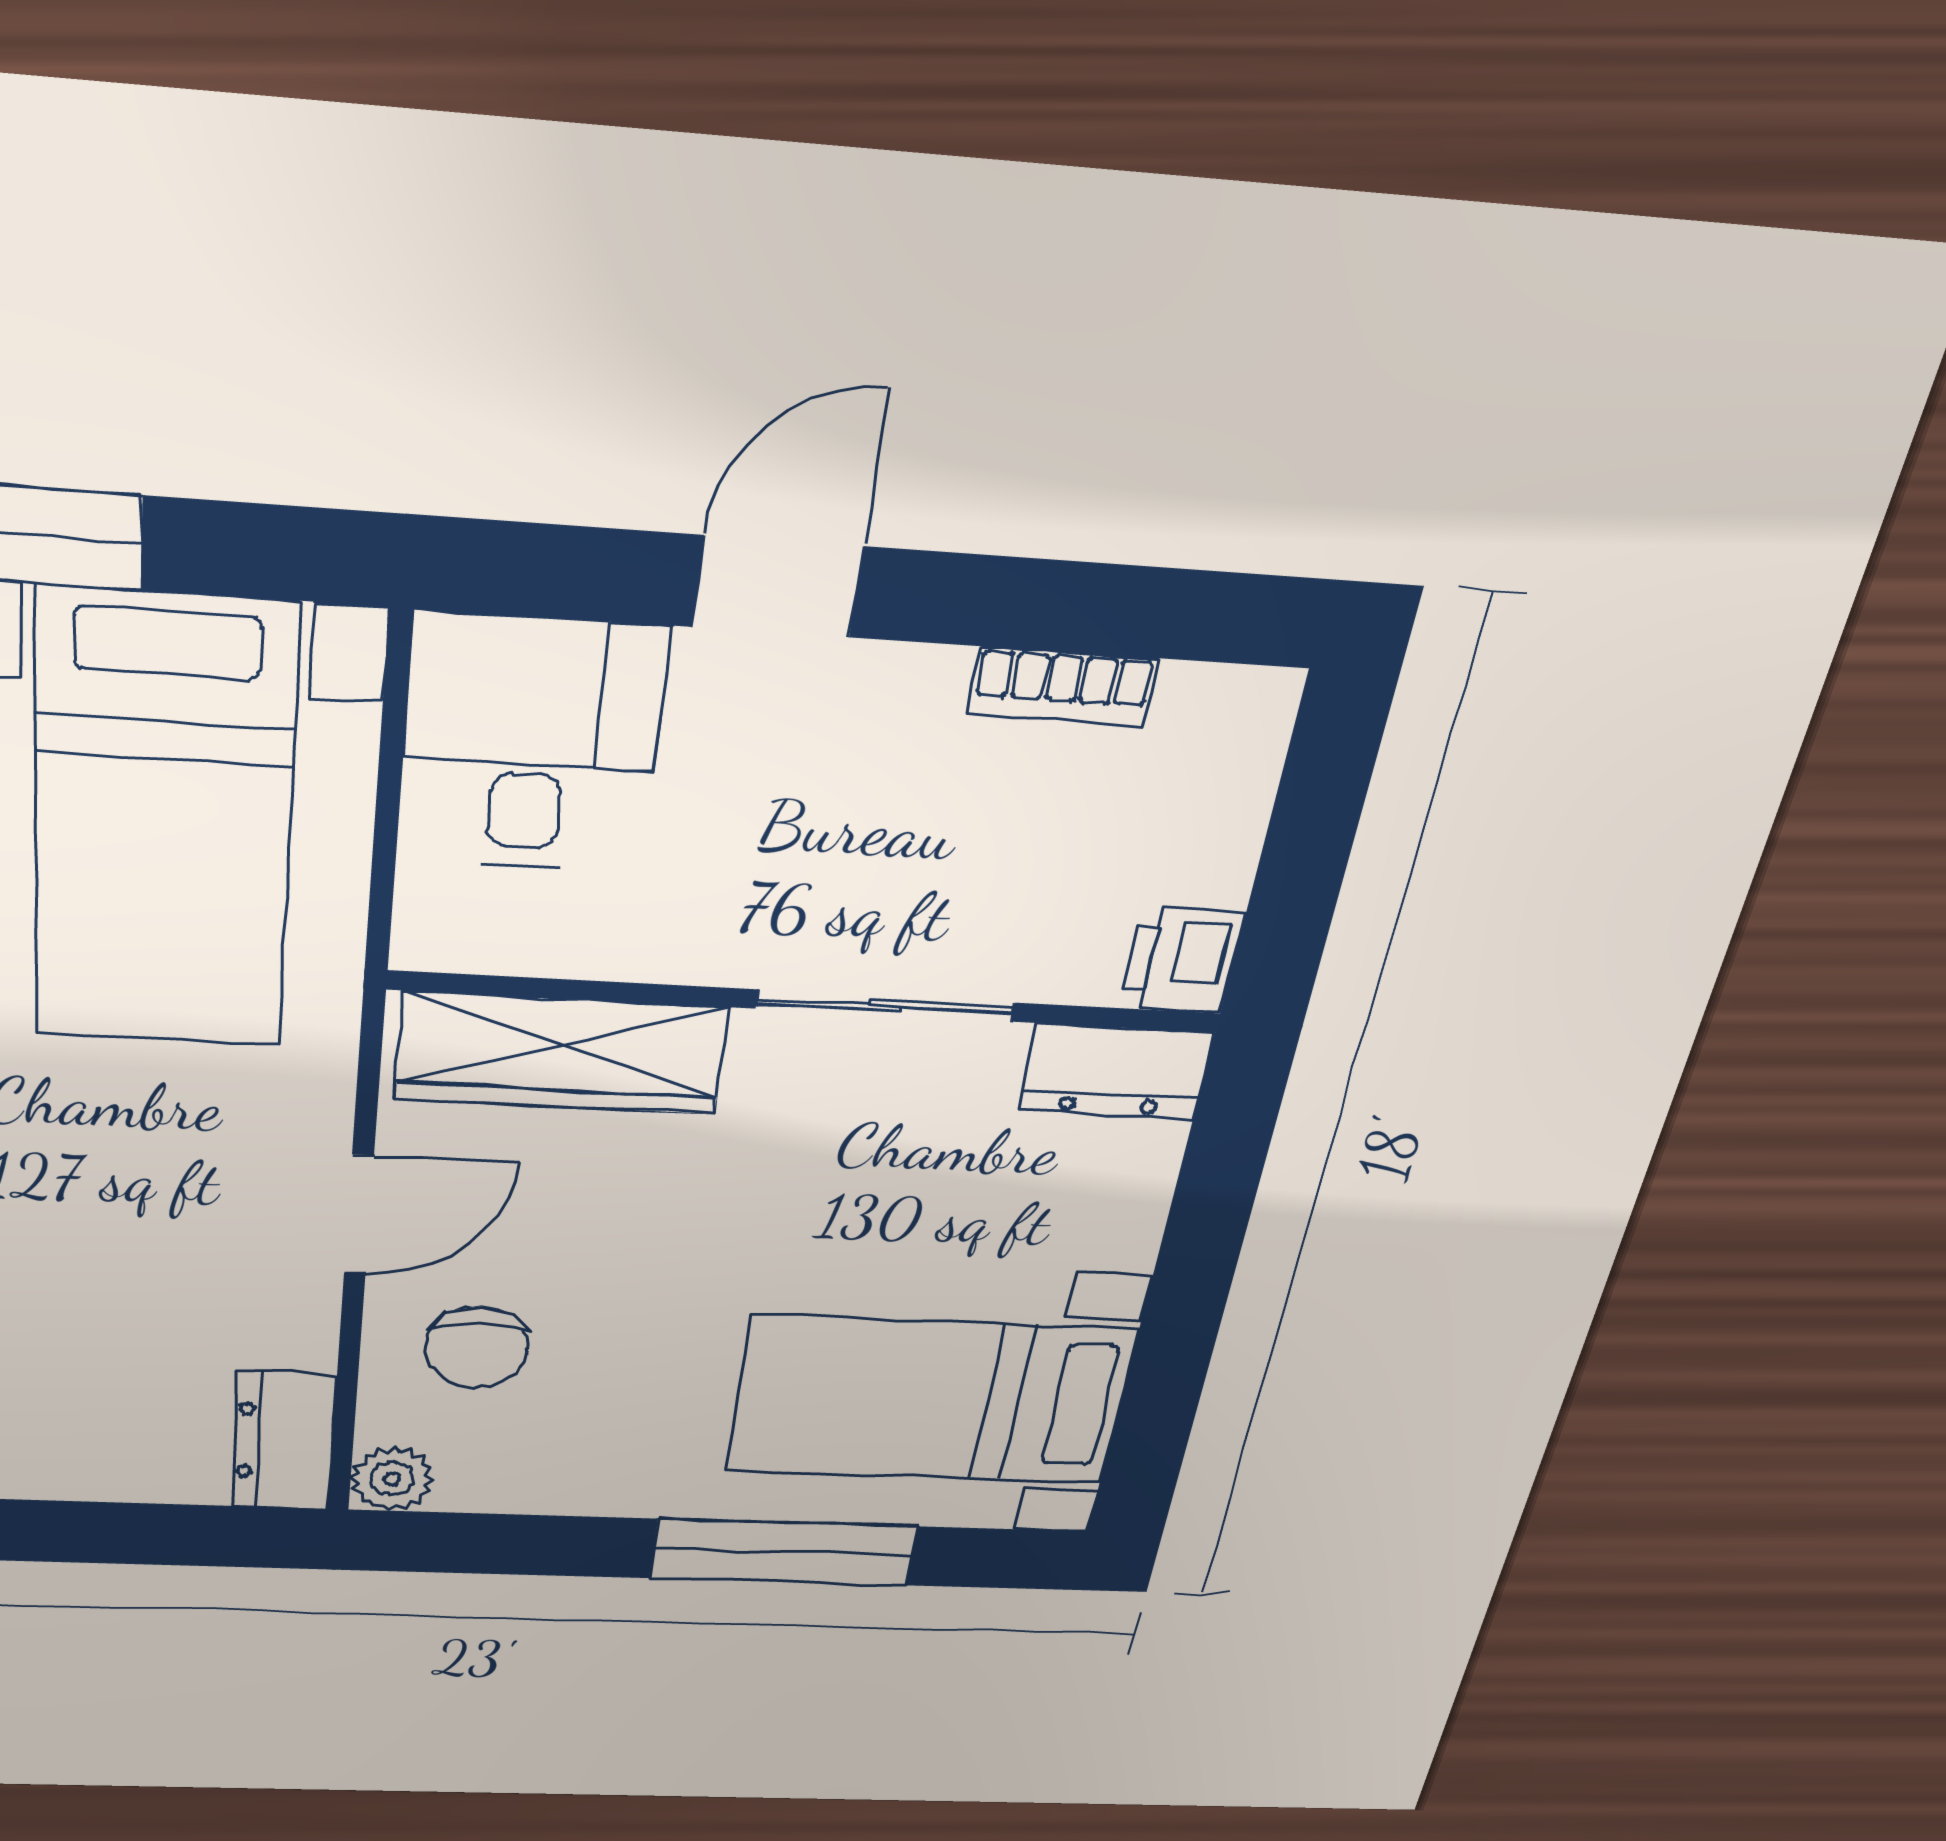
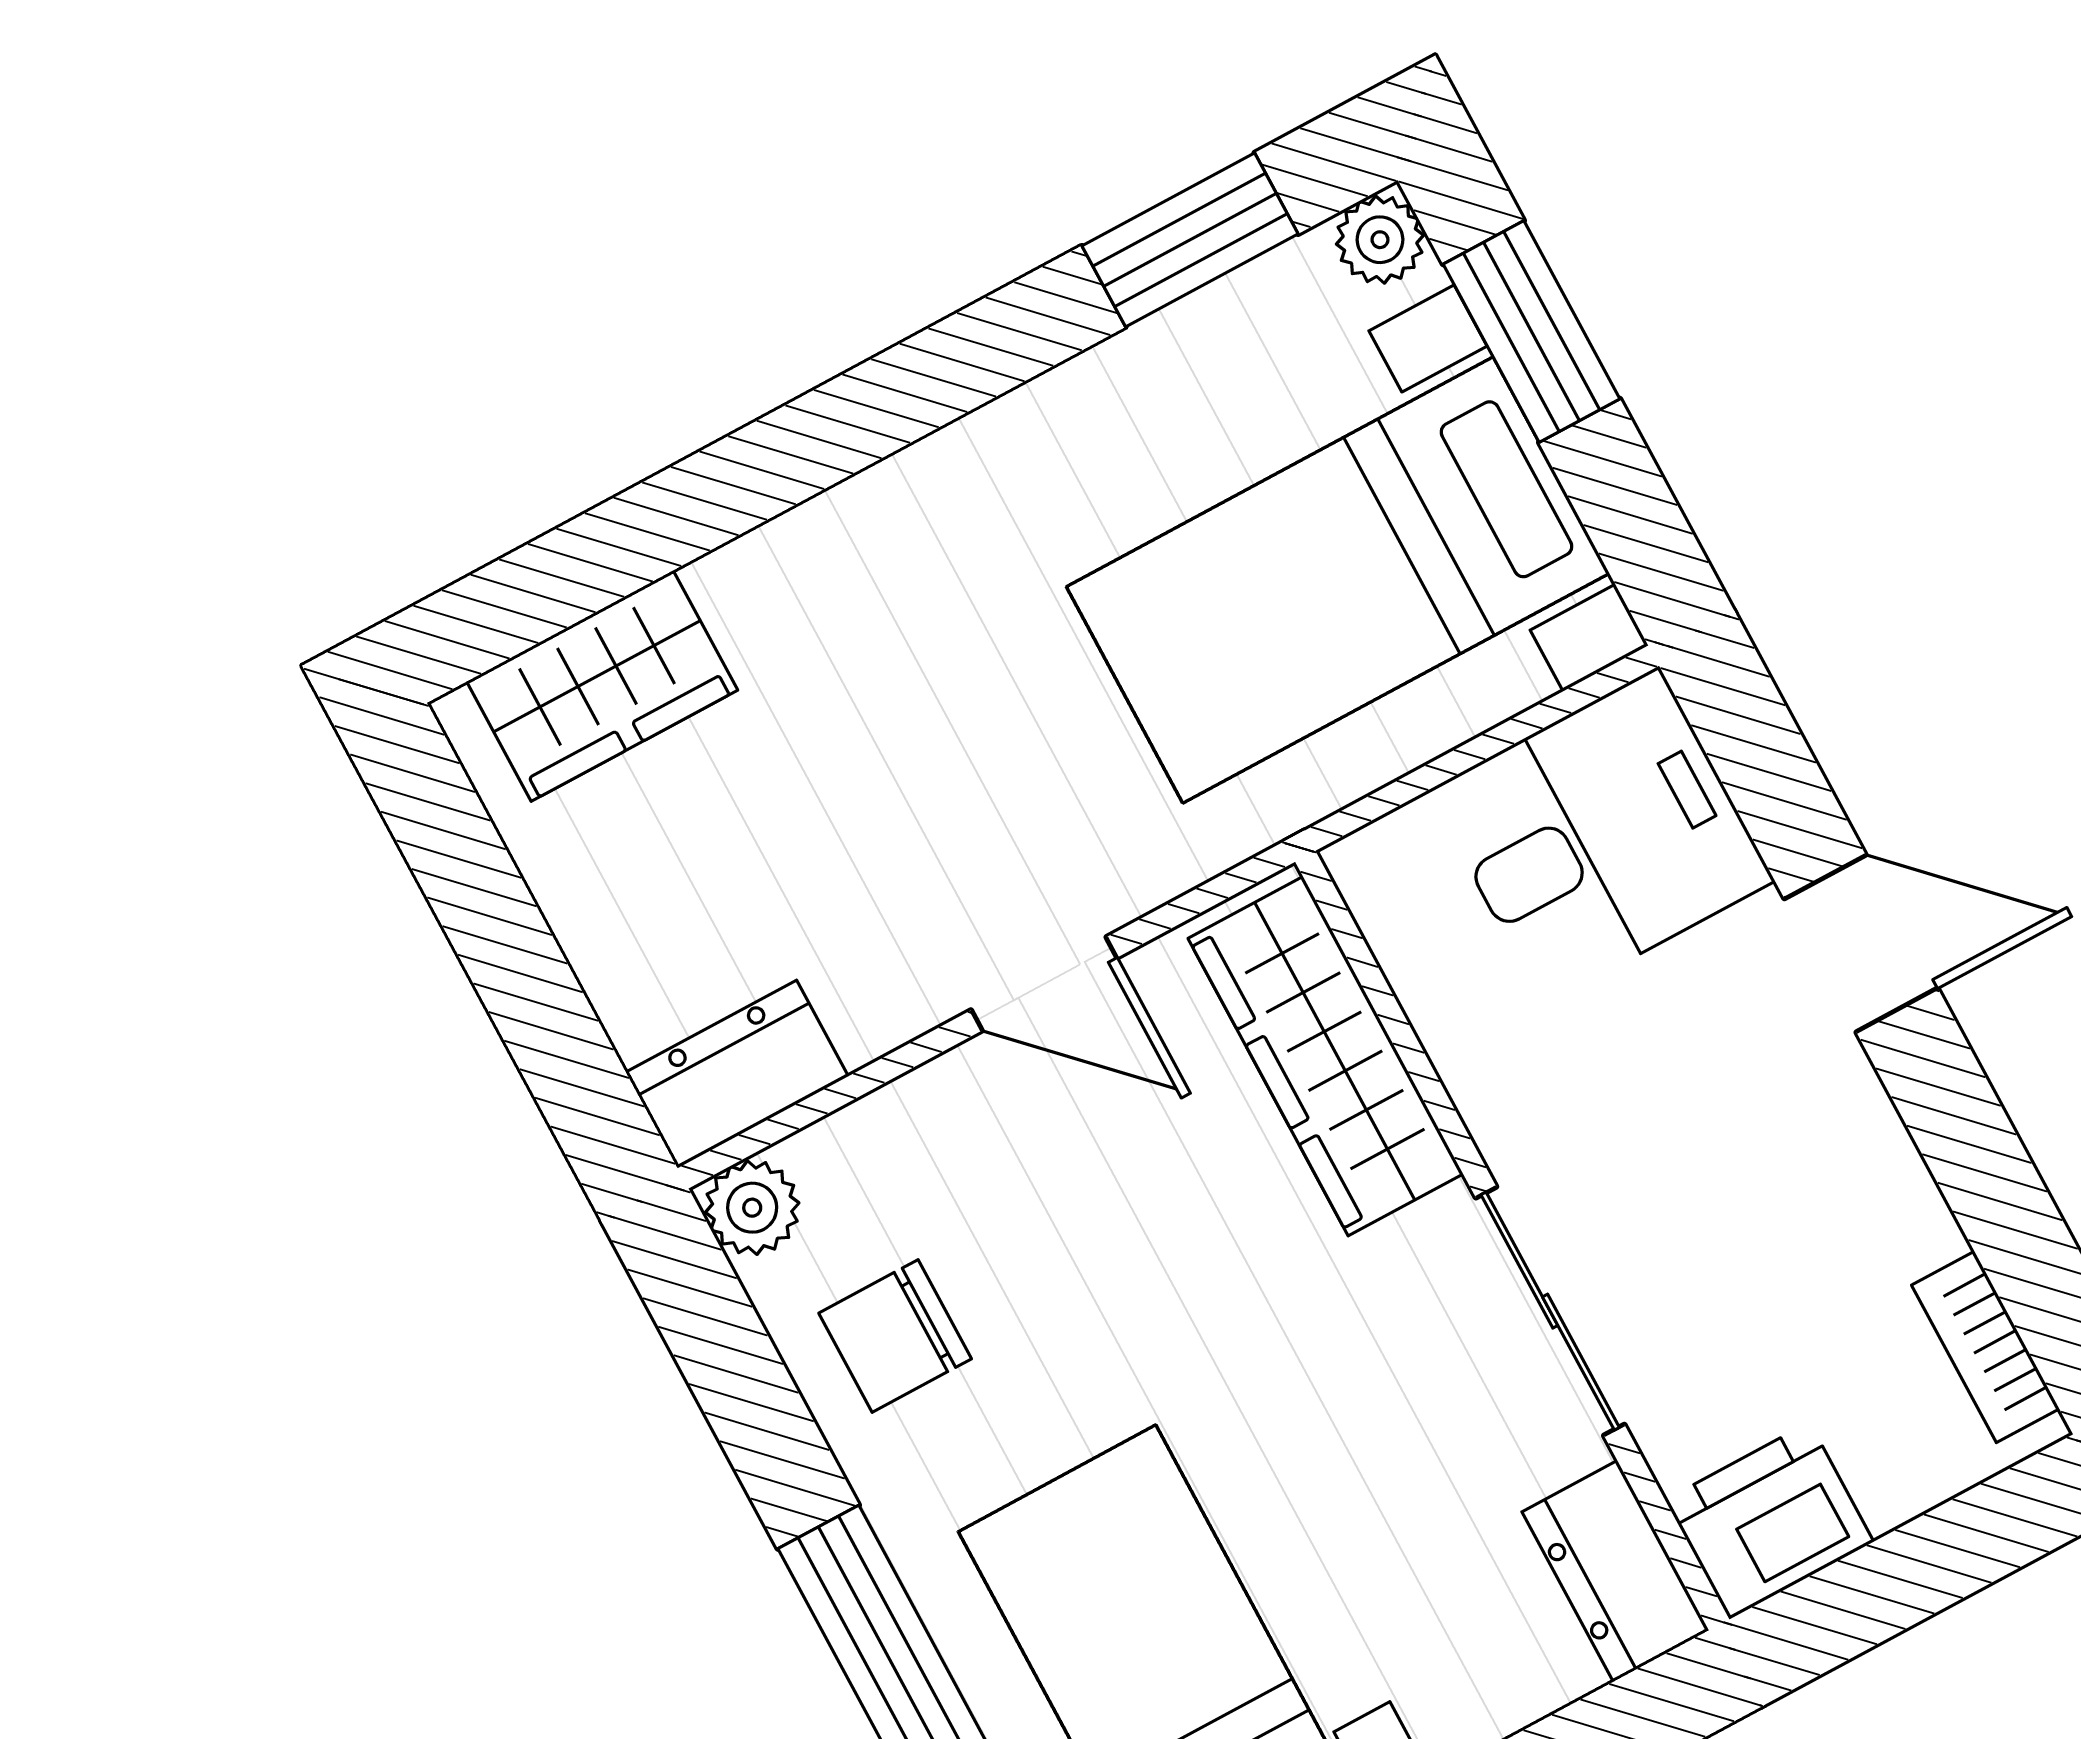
bookcase: (1063, 686) -> (1985, 1347), moved
printer: (1182, 961) -> (1769, 1521), width x1.36, depth x1.24
chair: (477, 1347) -> (895, 1336), moved

